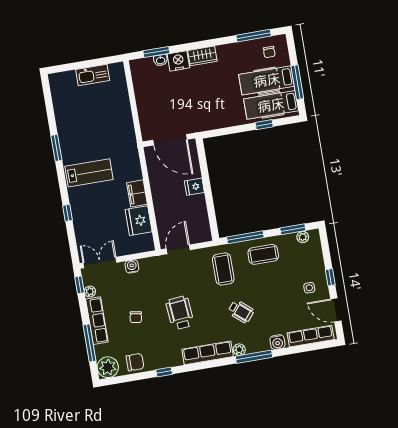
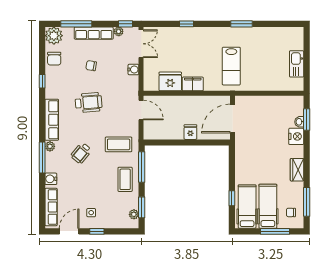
wardrobe: (202, 56) -> (297, 170), moved
window: (297, 82) -> (275, 231), moved
lab bench: (89, 173) -> (231, 66), moved

